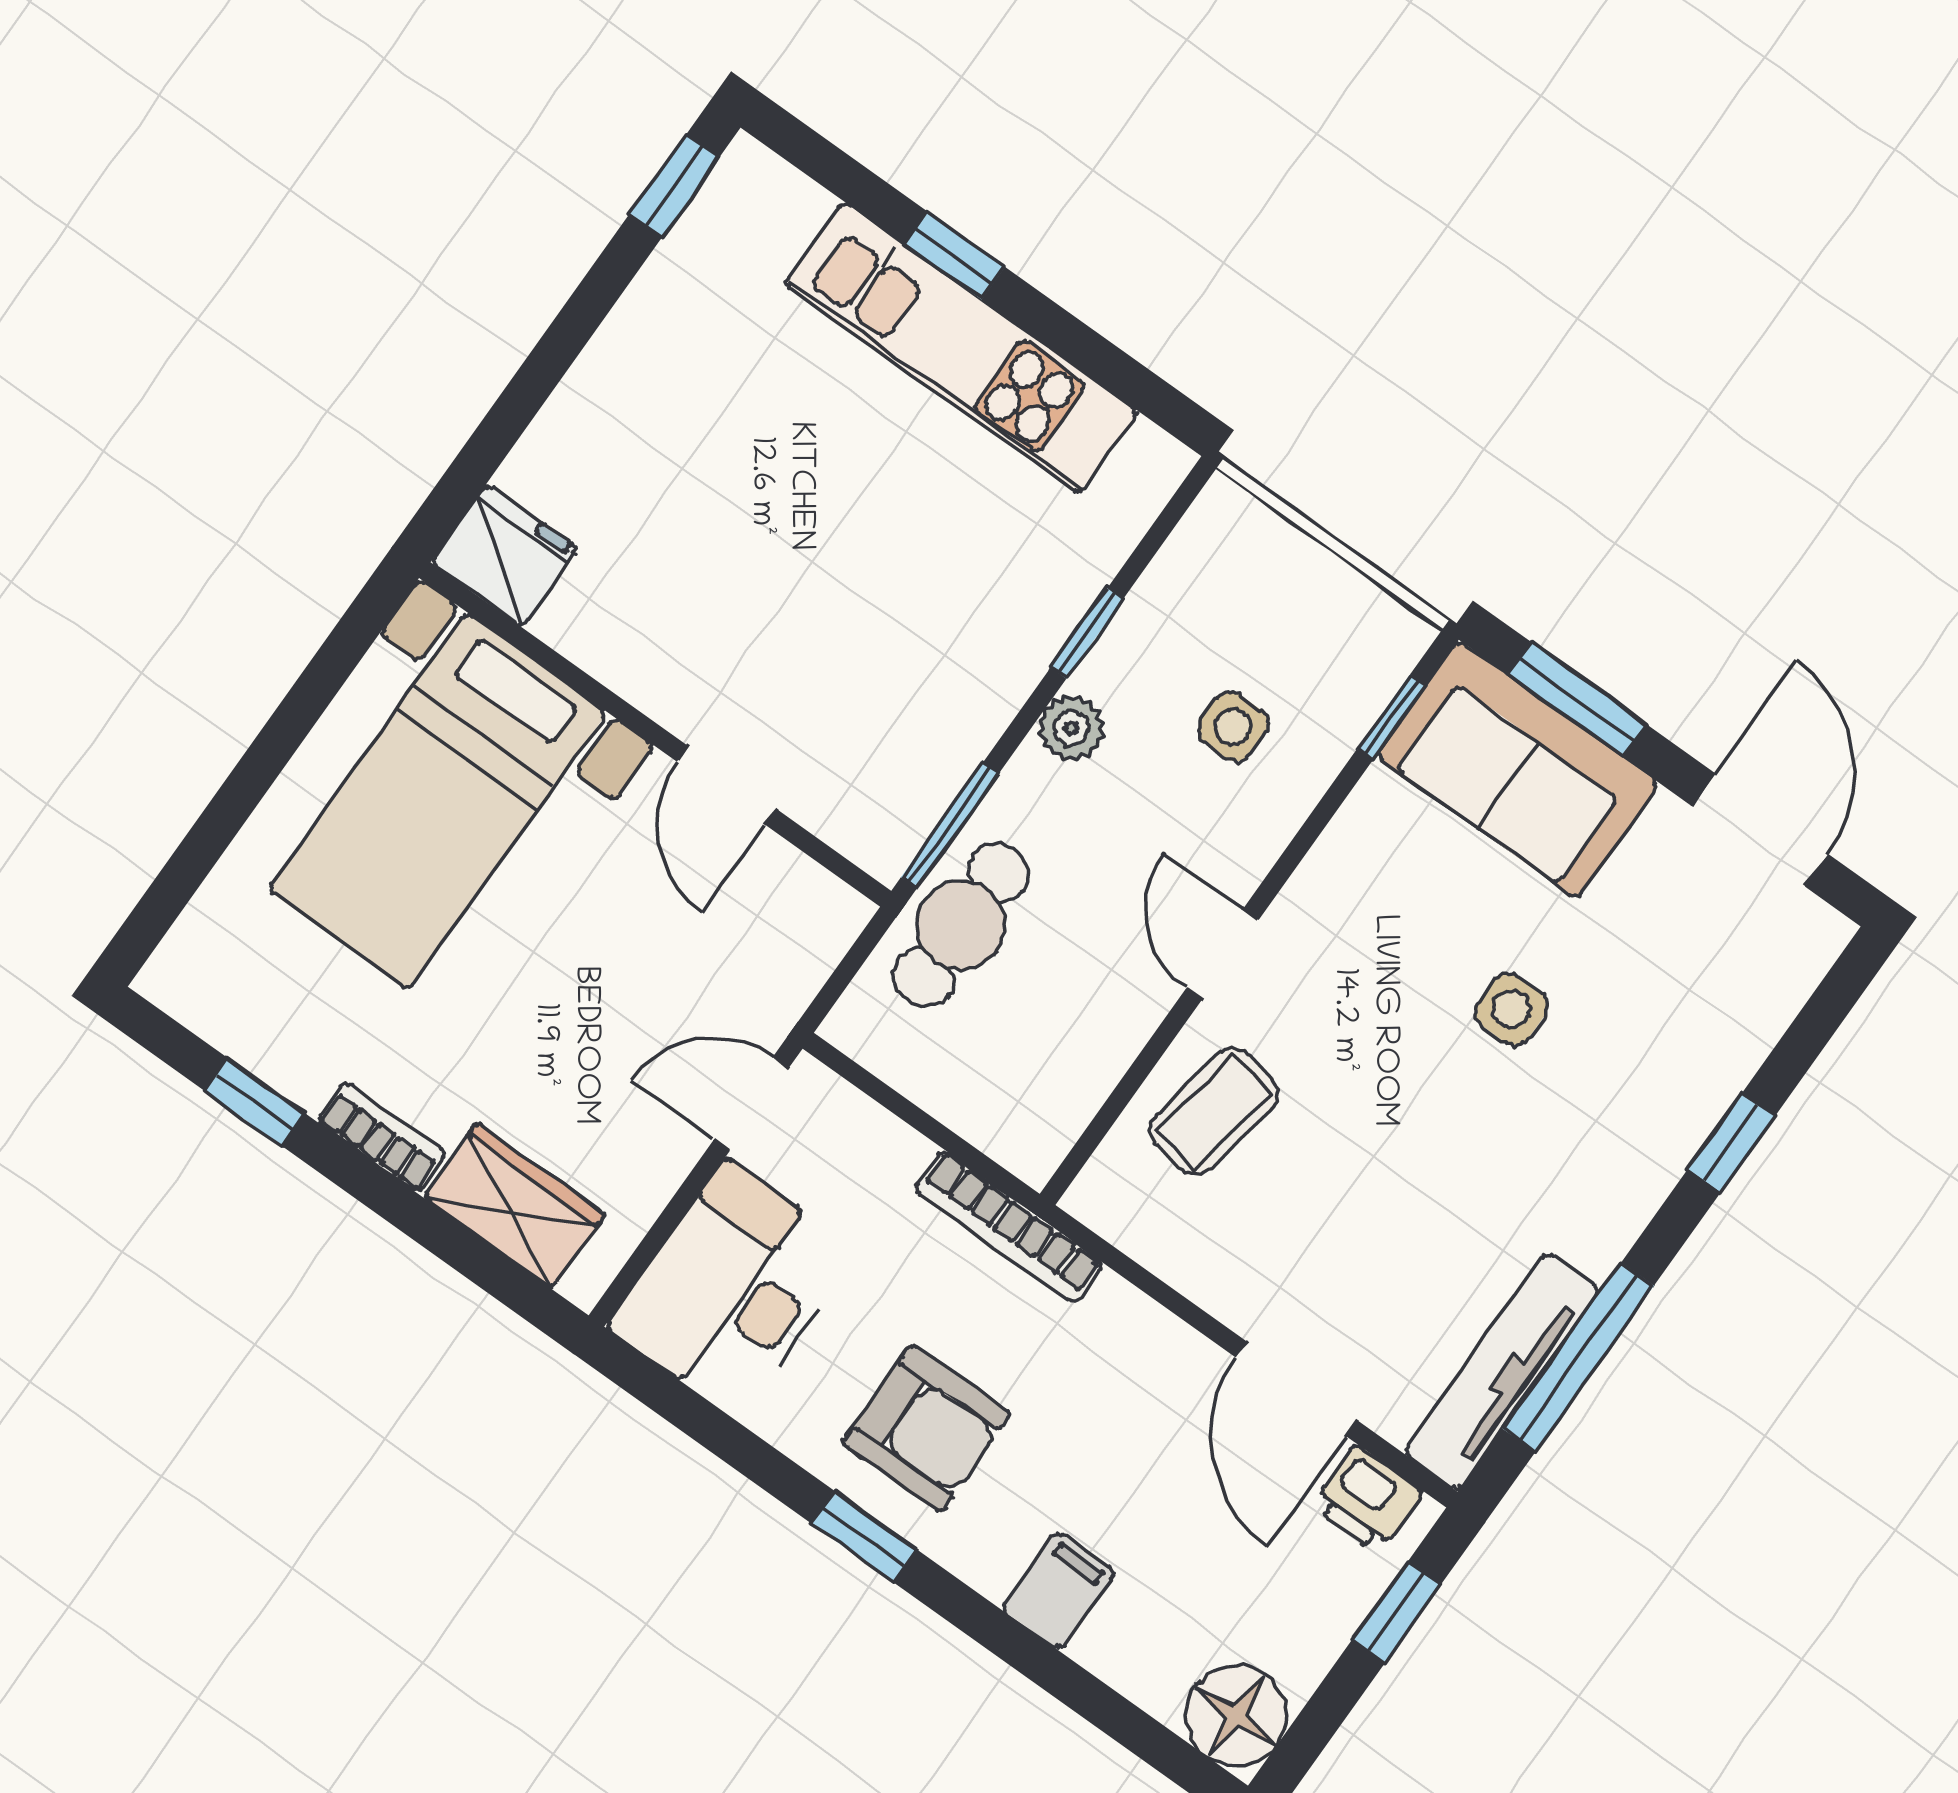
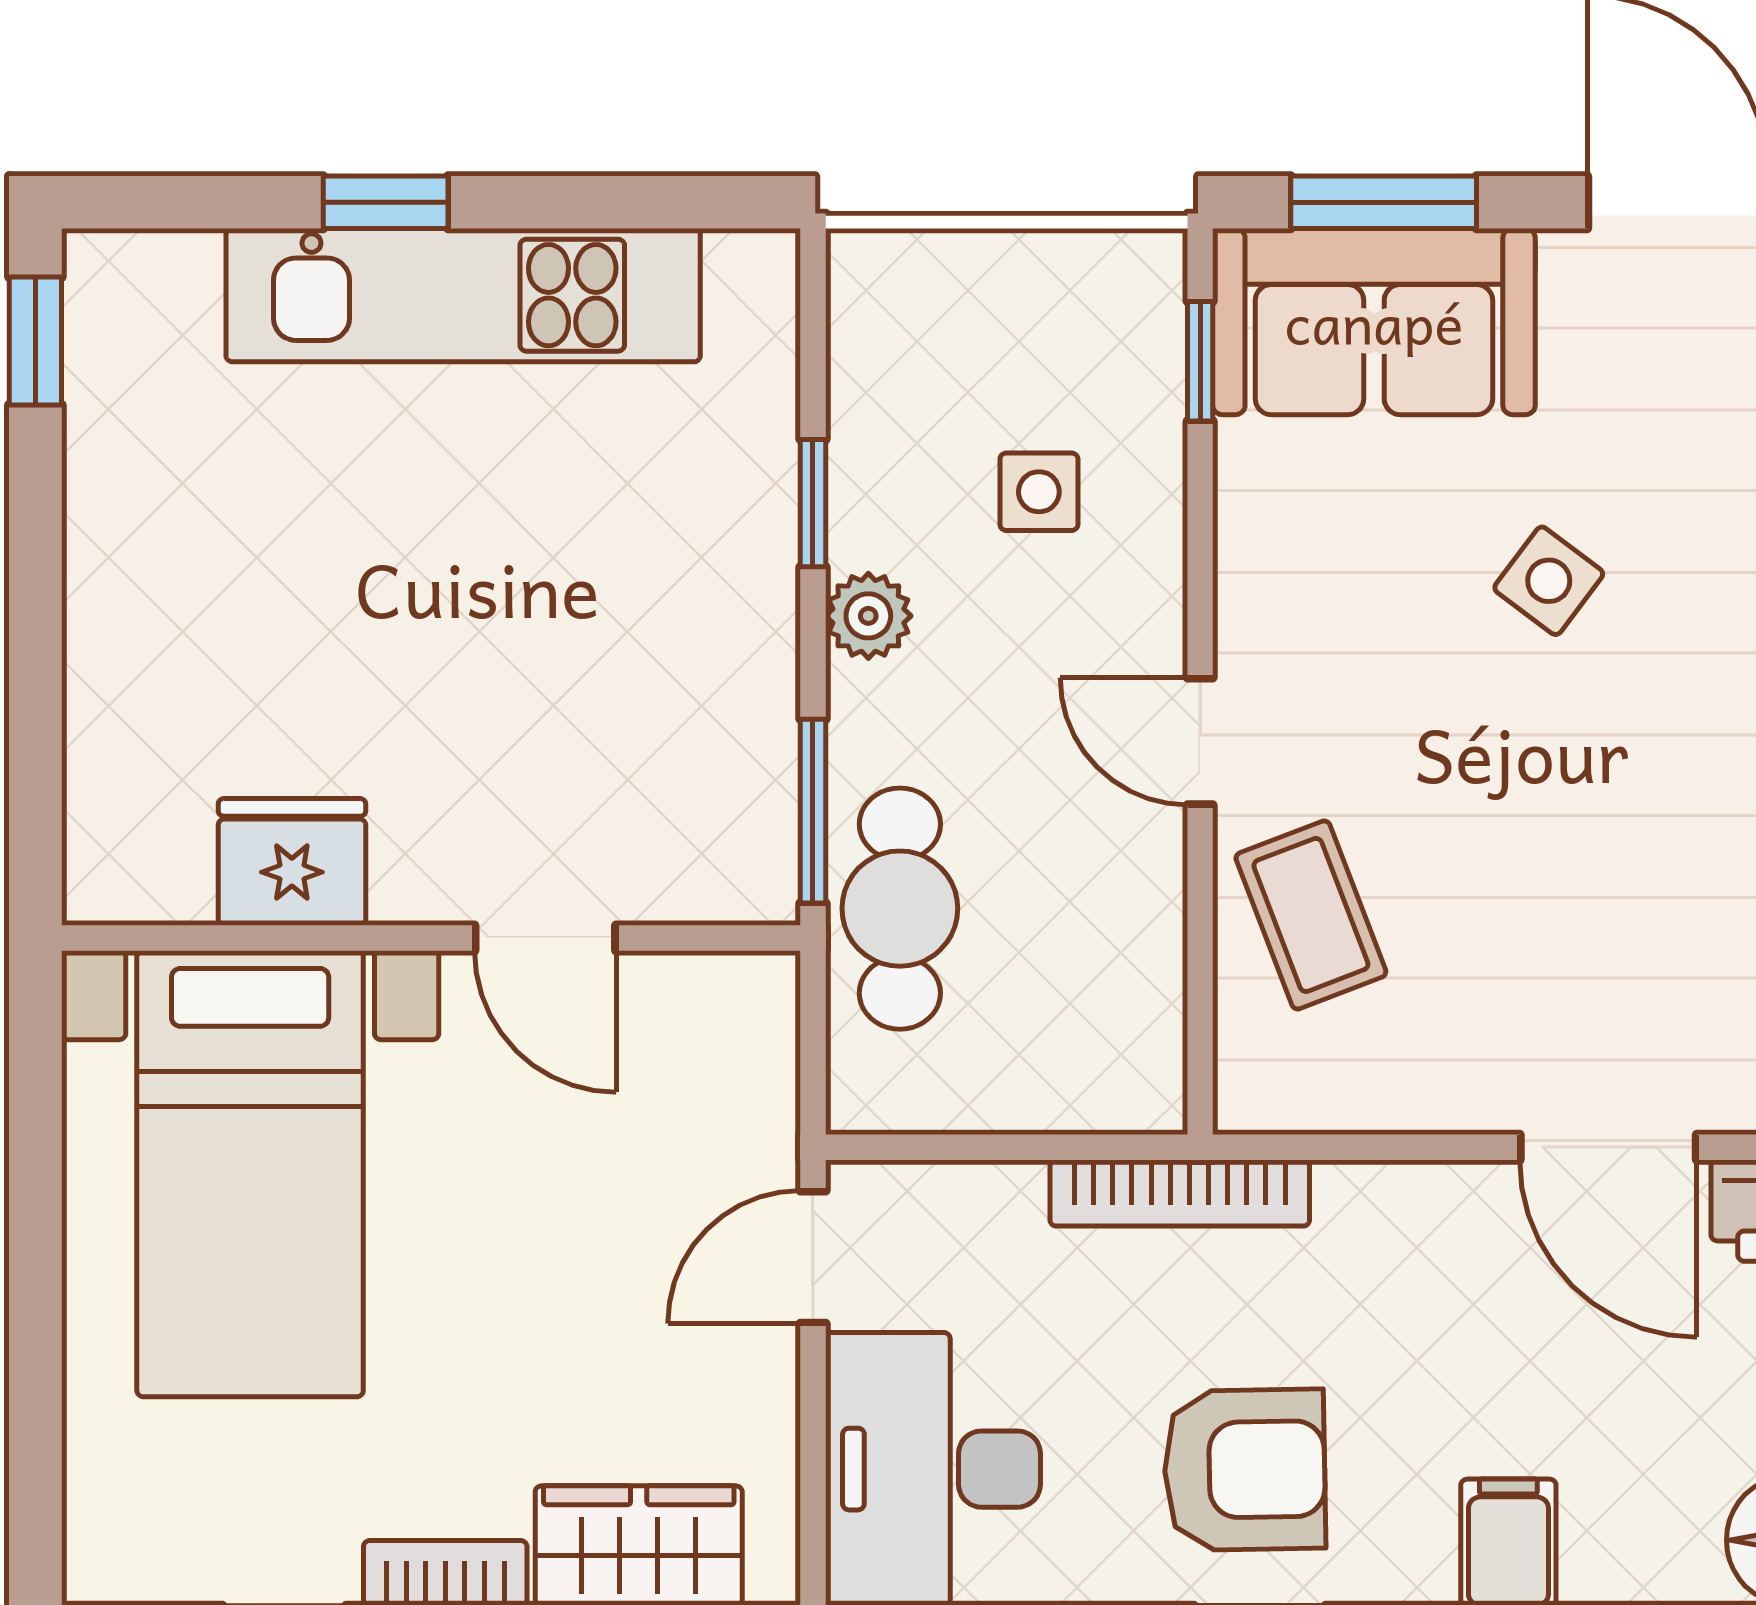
fridge: (505, 555) -> (292, 862), moved
side table: (1511, 1009) -> (1549, 581), turned 37
coffee table: (1214, 1112) -> (1311, 915), turned -31

